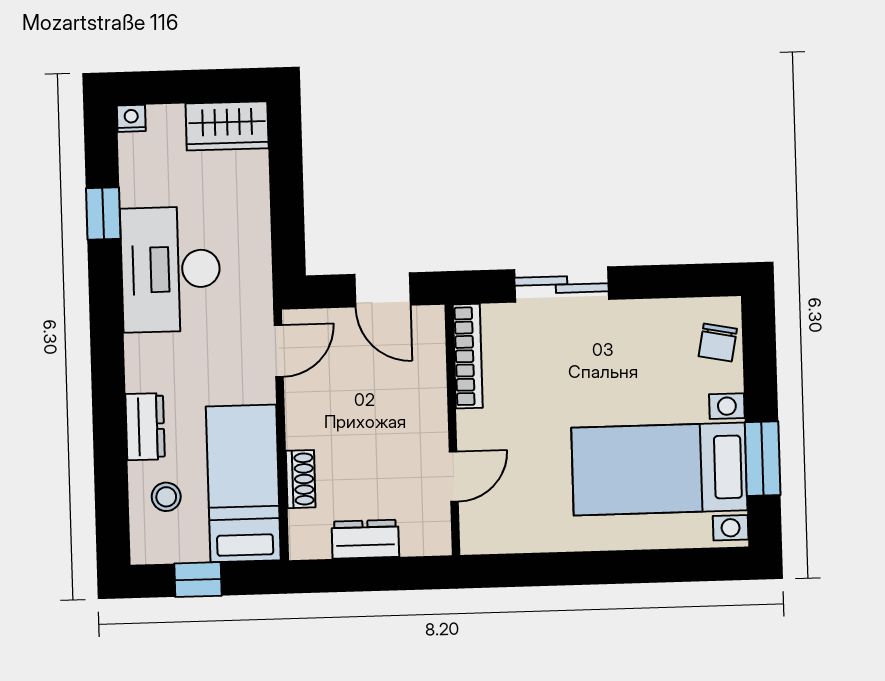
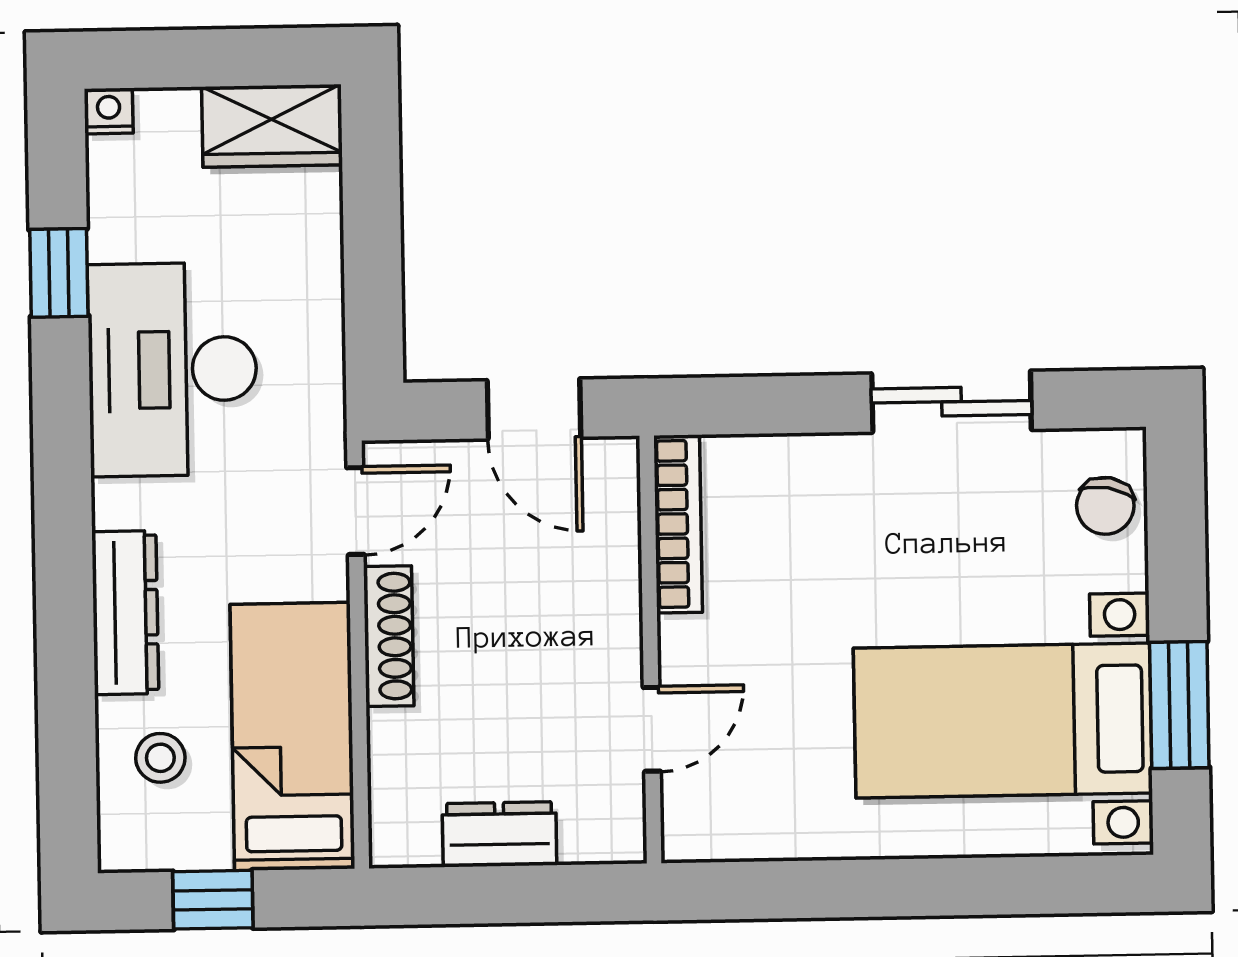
sliding door: (561, 285) -> (952, 402), moved
dresser: (145, 427) -> (125, 613), width x1.44
shoe rack: (301, 479) -> (389, 636), moved, width x1.43

